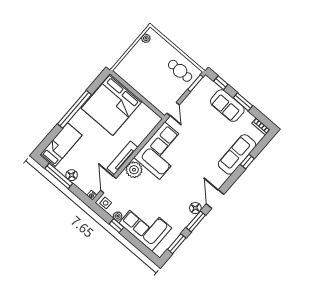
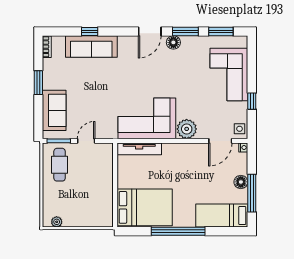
window: (221, 83) -> (38, 118), removed
bed: (112, 105) -> (145, 207), width x0.73
sofa: (227, 106) -> (54, 110), moved
door: (173, 109) -> (86, 141), moved
tv unit: (122, 158) -> (139, 149), moved
plant: (118, 216) -> (242, 107), removed

